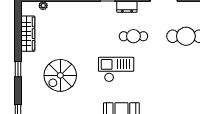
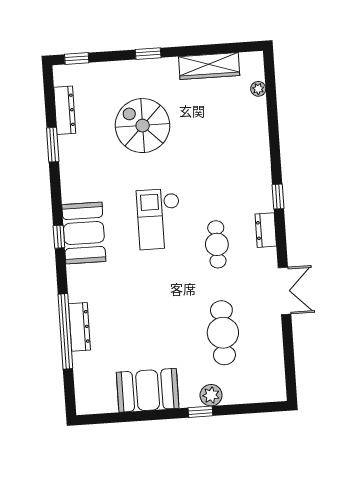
checkout: (116, 69) -> (159, 219), turned 180

